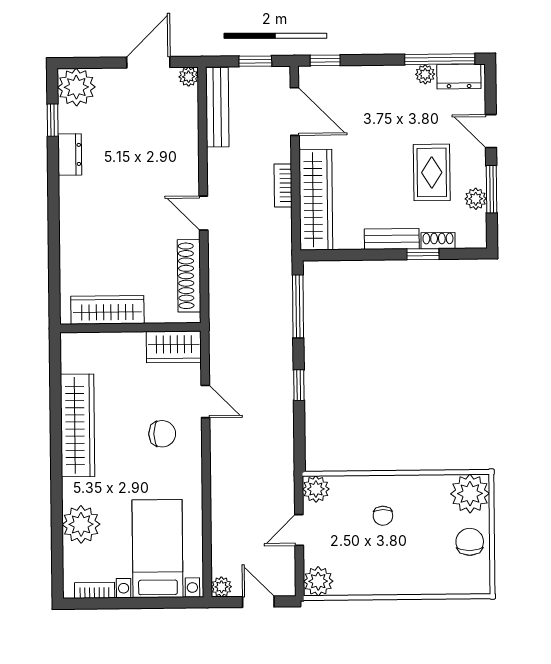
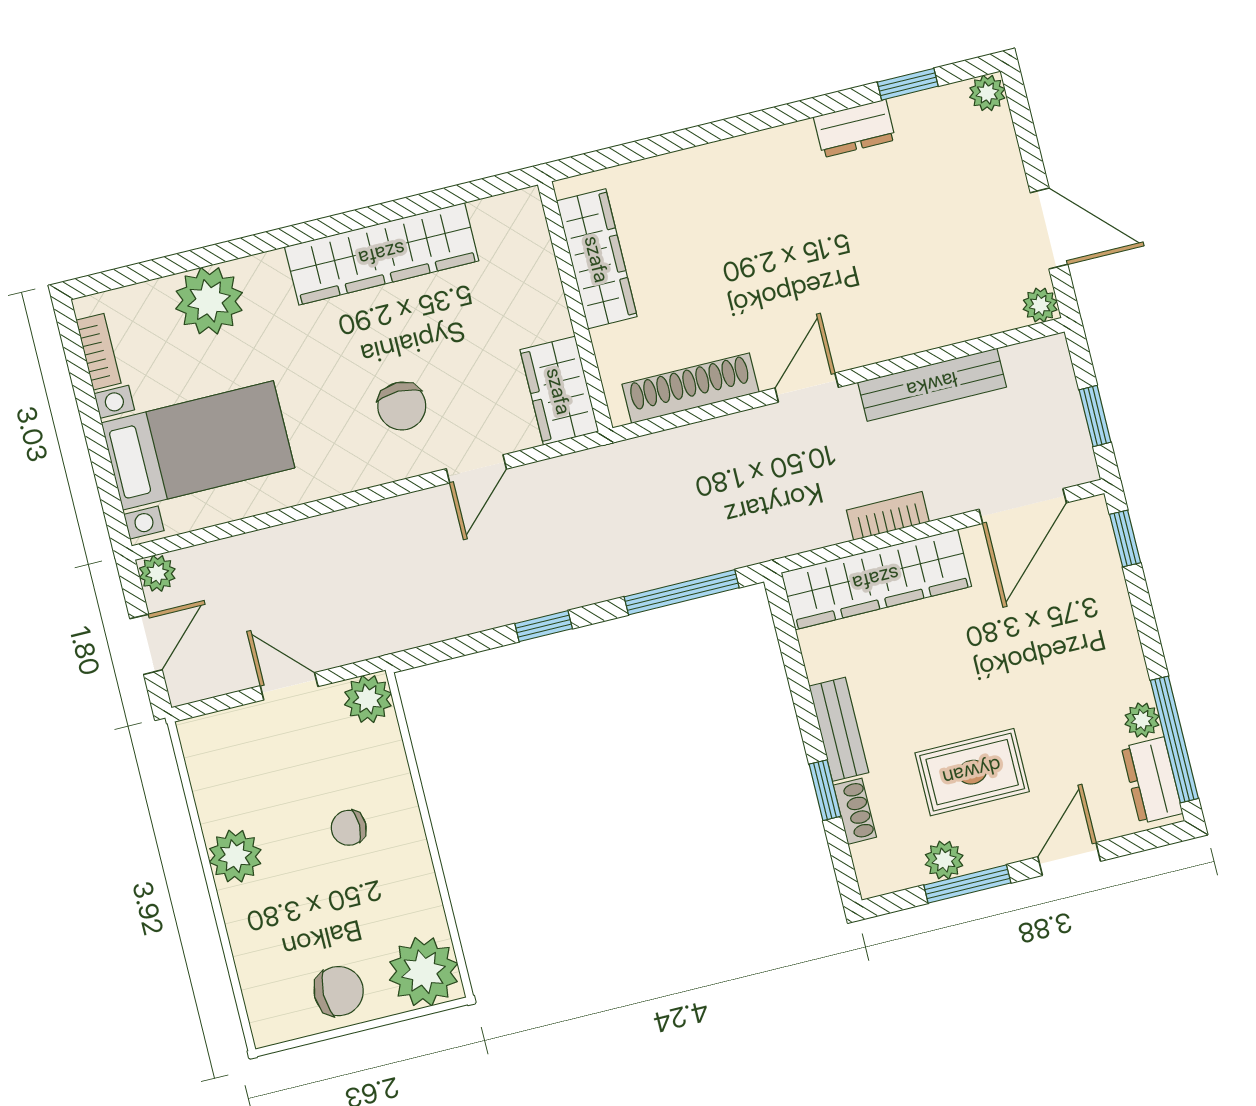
plant: (76, 87) -> (987, 93), width x0.53, depth x0.53
bench: (217, 107) -> (932, 385), moved
plant: (318, 581) -> (235, 856), moved

